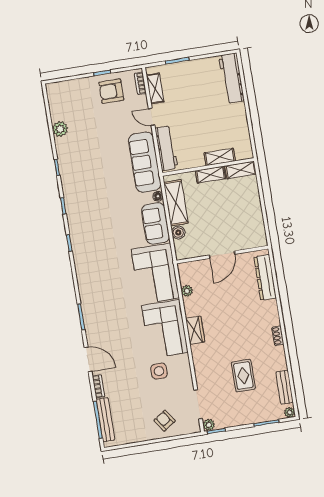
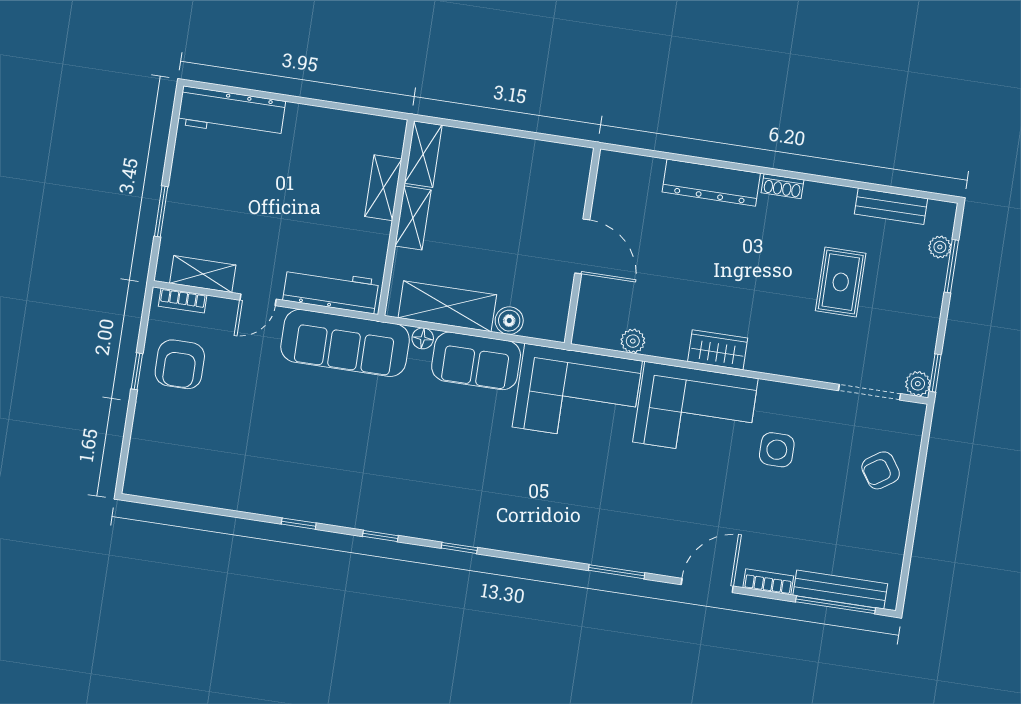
plant: (60, 129) -> (223, 492), removed
dresser: (265, 277) -> (711, 183), moved
rug: (243, 376) -> (841, 282), turned 90
plant: (290, 412) -> (940, 247), moved

